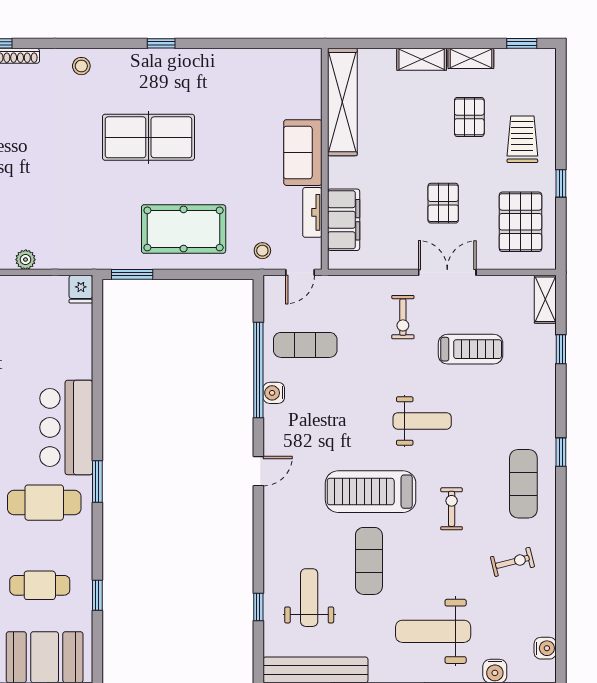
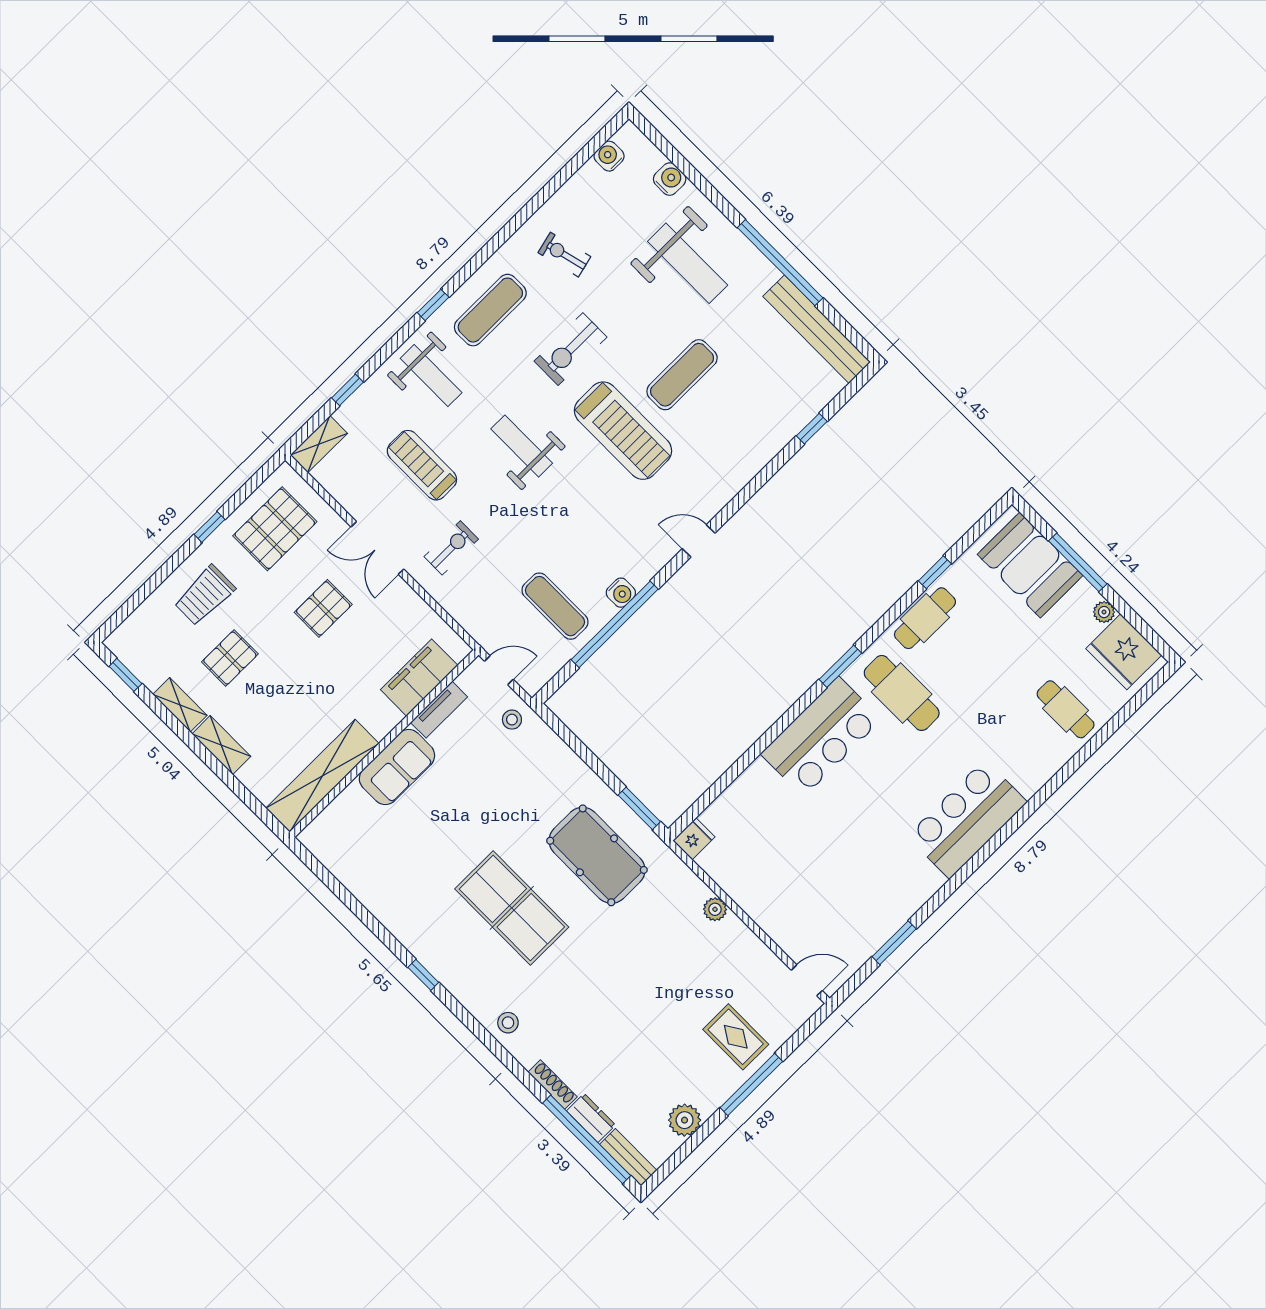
pool table: (184, 229) -> (597, 855), moved
exercise bike: (452, 509) -> (570, 349), width x1.38, depth x1.39
cafe table: (40, 585) -> (925, 618), moved, turned 90
weight bench: (309, 598) -> (431, 376), moved, turned -90

